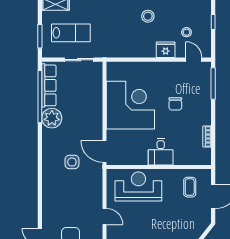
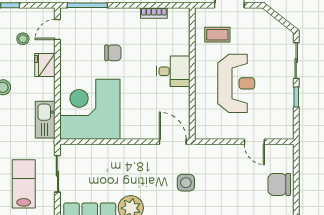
kitchen sink: (122, 50) -> (45, 120), added
corner desk: (130, 105) -> (90, 109), moved
door: (105, 152) -> (173, 142), swing flipped
reception desk: (138, 186) -> (236, 83), moved, turned 180
door: (105, 217) -> (254, 142), swing flipped

